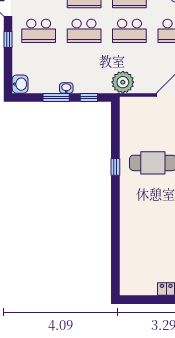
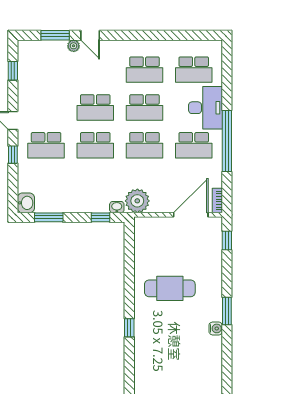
washbasin: (66, 88) -> (117, 207), moved
window: (56, 98) -> (49, 217), moved
window: (115, 167) -> (129, 328), moved

